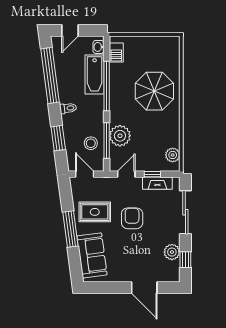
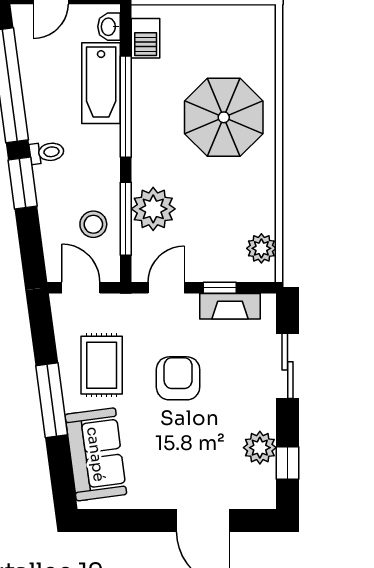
window: (58, 138) -> (23, 183), moved
rug: (95, 212) -> (102, 365), turned 90
sliding door: (185, 212) -> (288, 366), width x0.73

